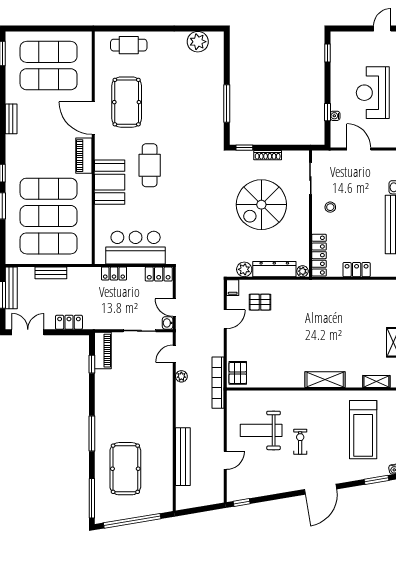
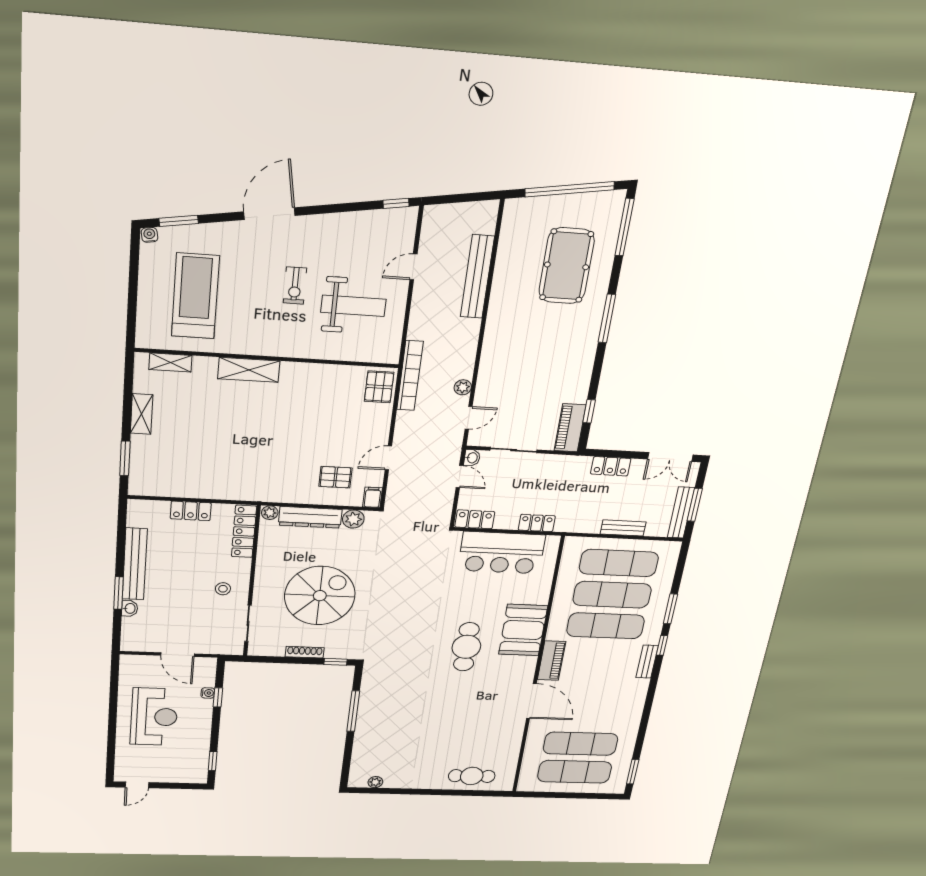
plant: (198, 42) -> (375, 782), width x0.53, depth x0.53
pool table: (127, 102) -> (485, 717), removed
bench: (11, 119) -> (647, 662), moved

